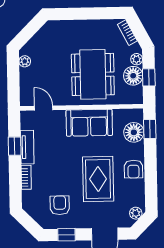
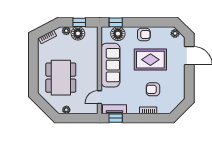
dining table: (93, 74) -> (61, 78), moved, turned 90
sofa: (89, 123) -> (110, 65), width x1.36
window: (15, 146) -> (116, 118), moved
tv unit: (27, 147) -> (115, 109), moved
armchair: (60, 205) -> (153, 89), moved
window: (66, 235) -> (189, 83), removed

